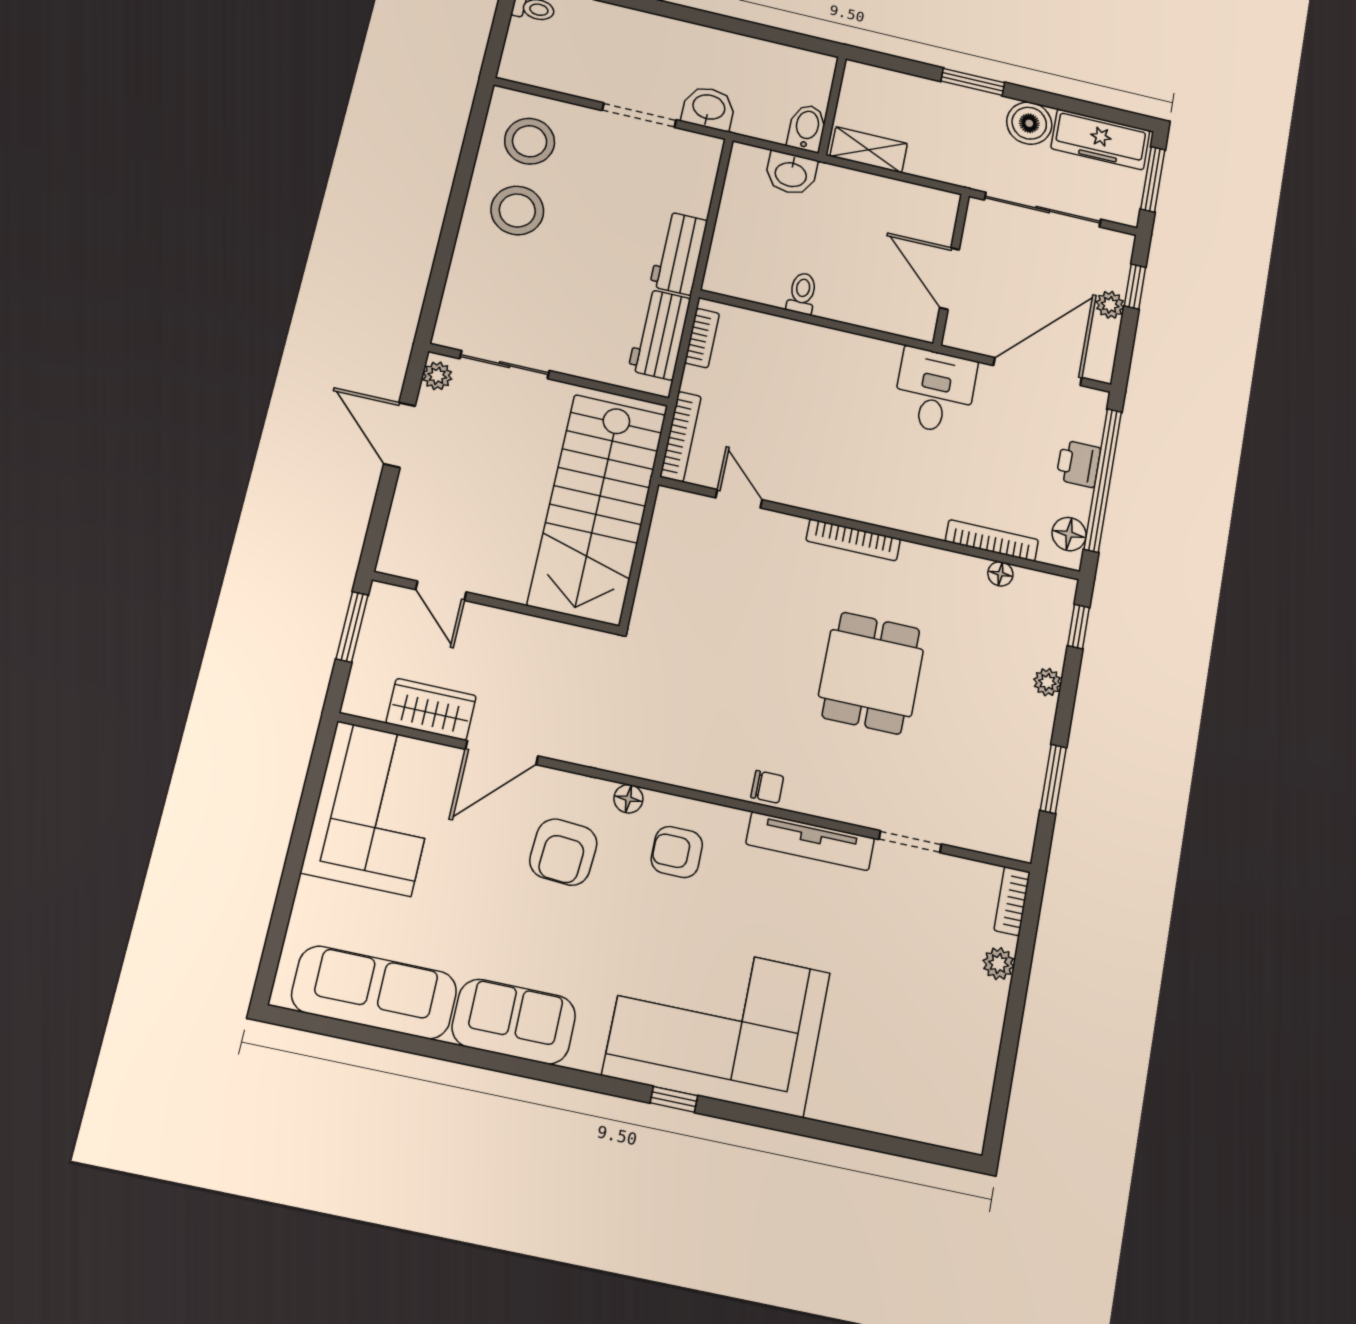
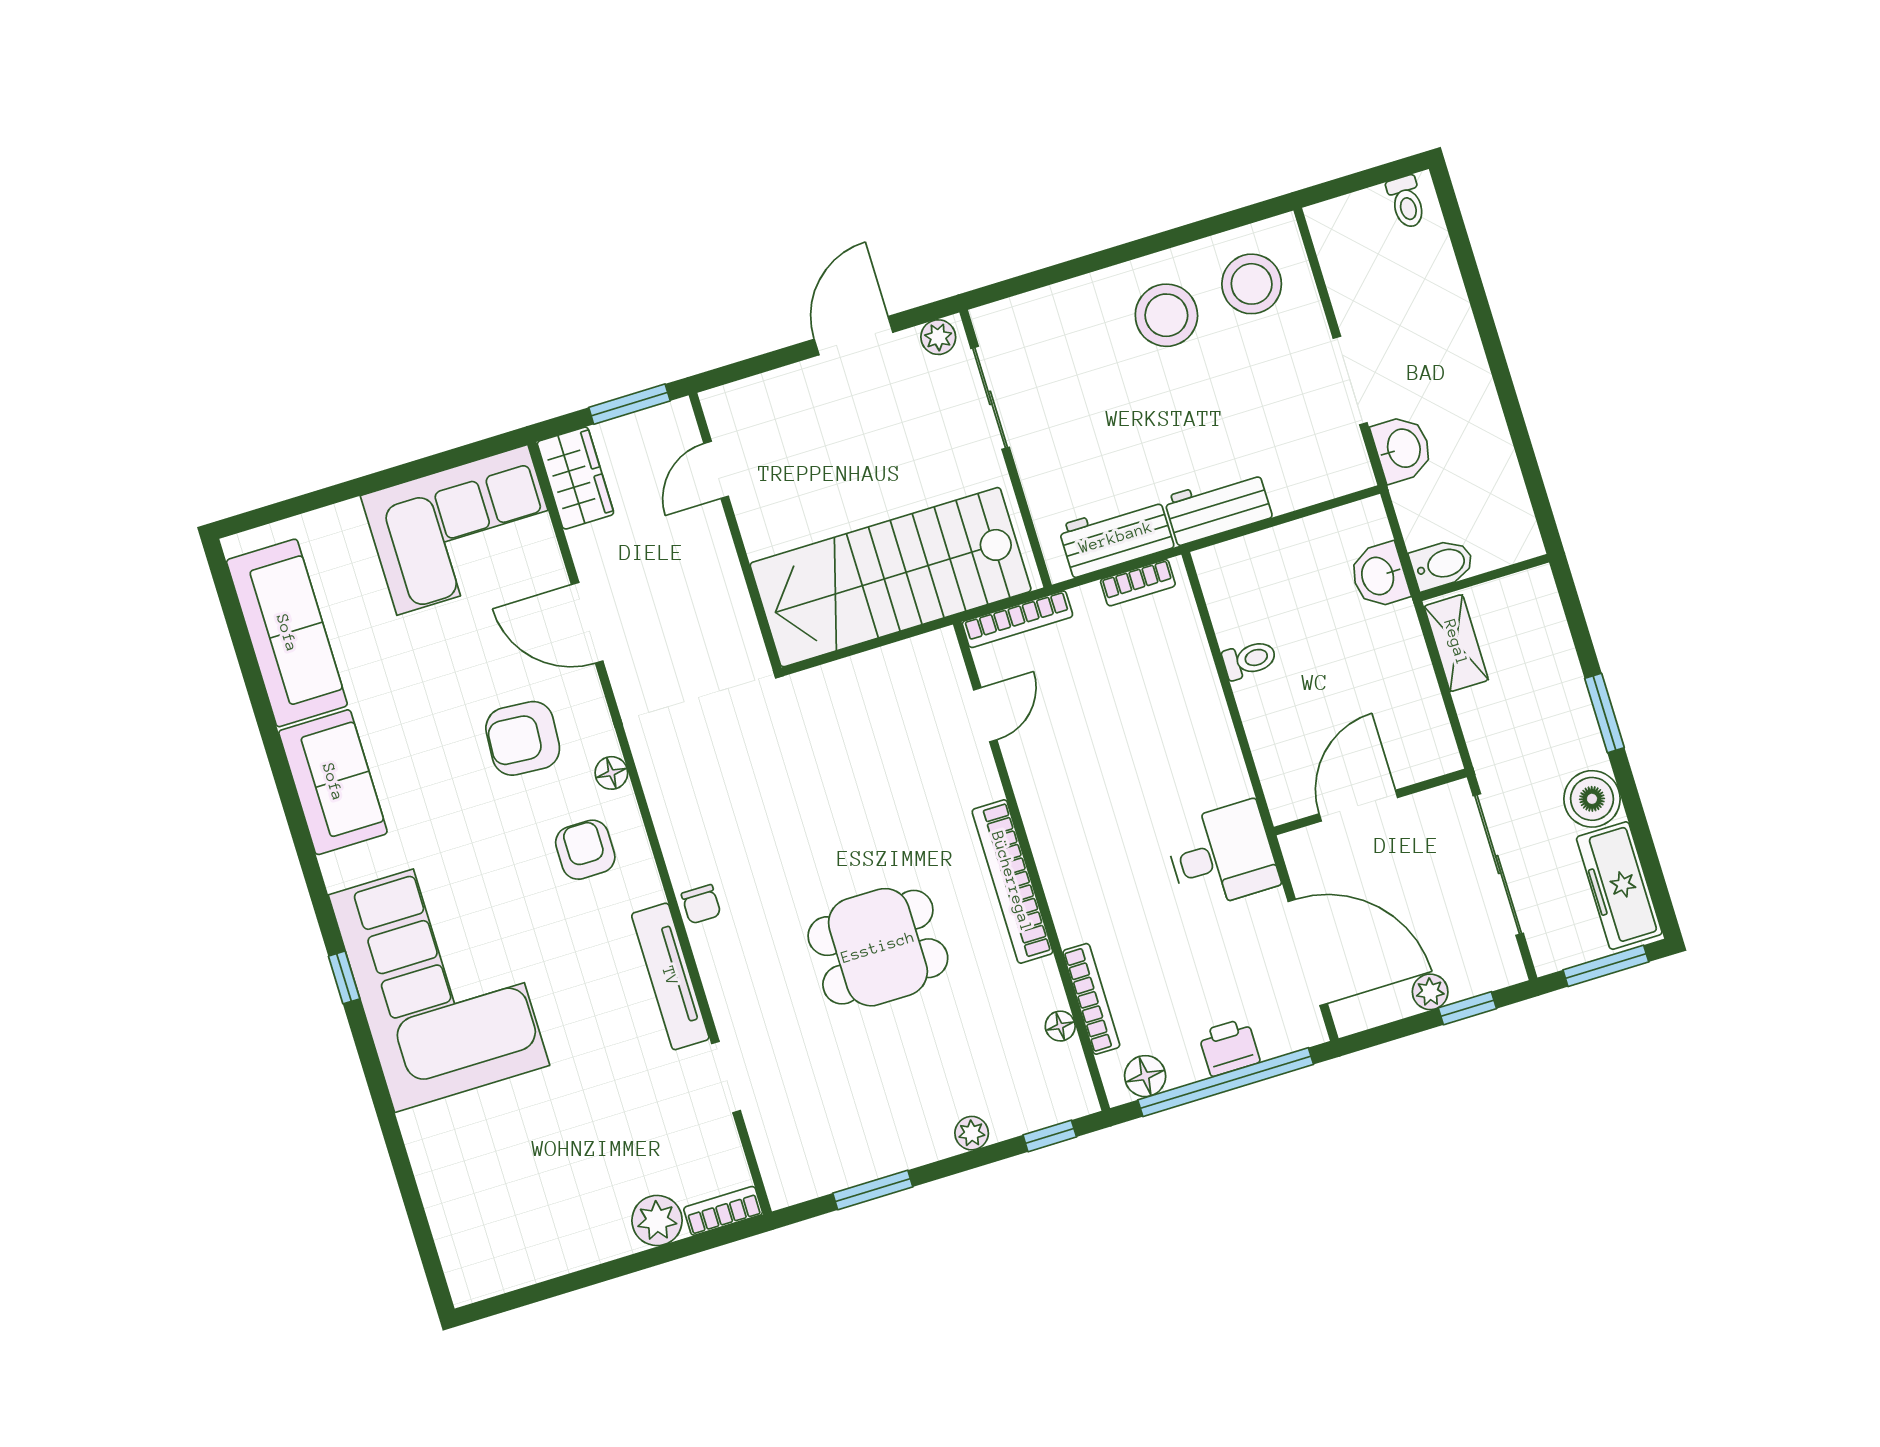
bookcase: (853, 540) -> (1012, 882), width x1.48, depth x1.31
wardrobe: (431, 709) -> (575, 478), moved
plant: (999, 964) -> (657, 1221), width x1.38, depth x1.38

